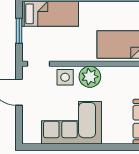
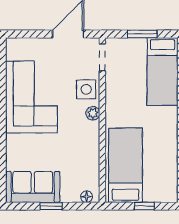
plant: (90, 77) -> (93, 113), width x0.53, depth x0.53

